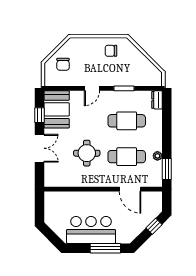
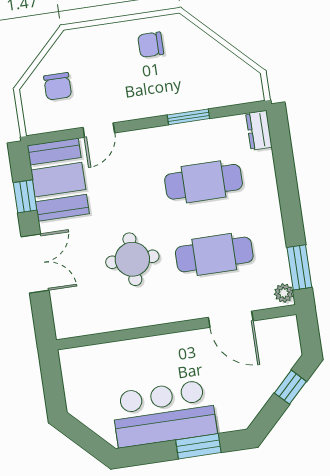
door: (92, 88) -> (99, 130), moved
plant: (157, 156) -> (284, 293), moved
window: (105, 248) -> (198, 446), width x0.69

